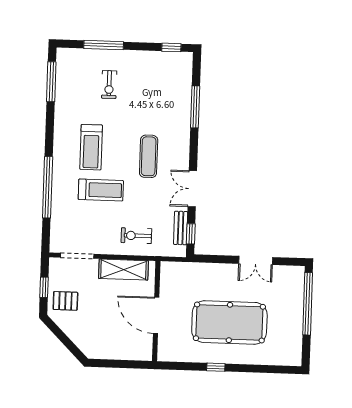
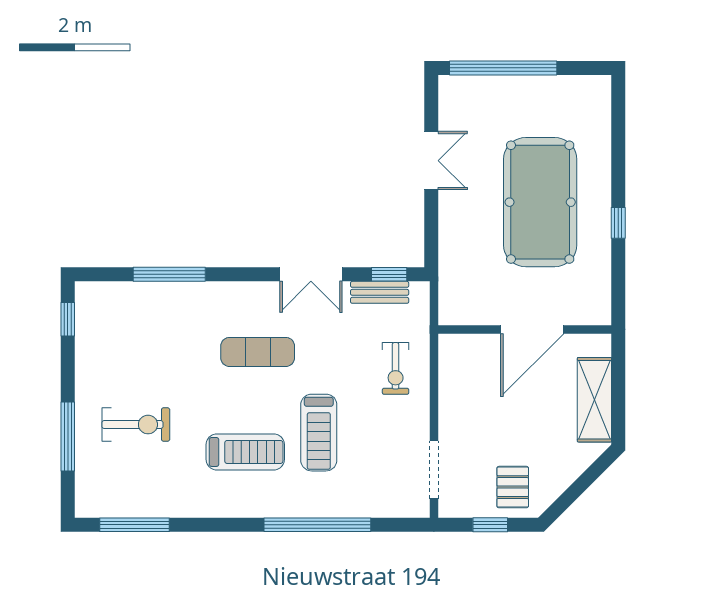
exercise bike: (109, 85) -> (136, 425), width x1.38, depth x1.39
treadmill: (101, 190) -> (319, 433), turned 180
shelving: (123, 270) -> (594, 400), moved

